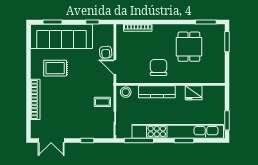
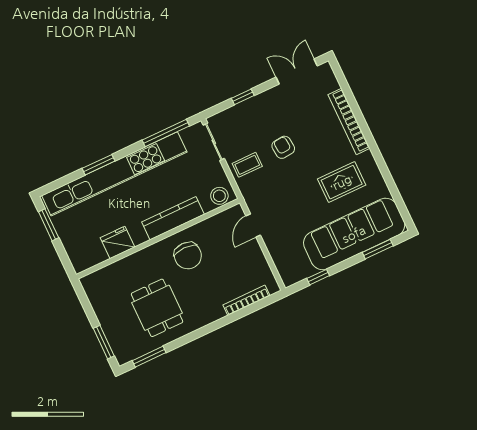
armchair: (106, 52) -> (283, 147), moved
door: (115, 67) -> (253, 225), swing flipped

